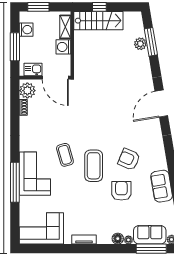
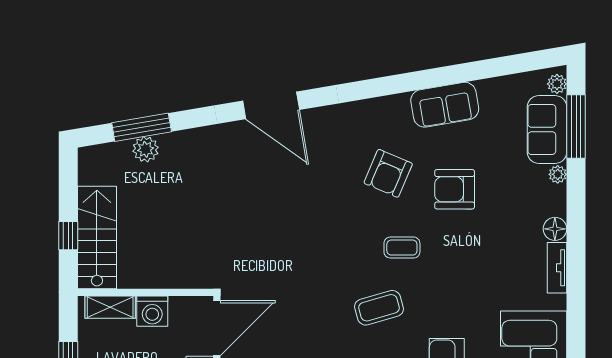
coffee table: (94, 166) -> (402, 248), width x0.54, depth x0.58
floor lamp: (118, 239) -> (555, 229), moved

